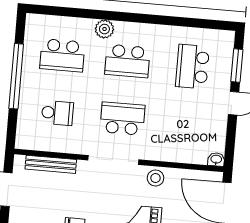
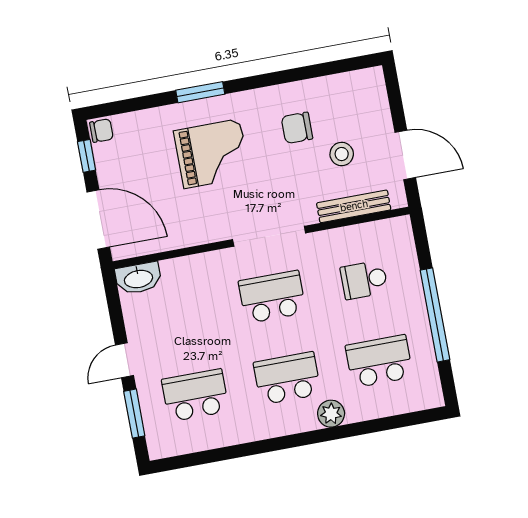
school desk: (192, 67) -> (195, 395), turned -90
school desk: (122, 119) -> (272, 297), turned 180
washbasin: (216, 159) -> (138, 278), width x1.91, depth x1.45
stool: (156, 178) -> (342, 154), moved

